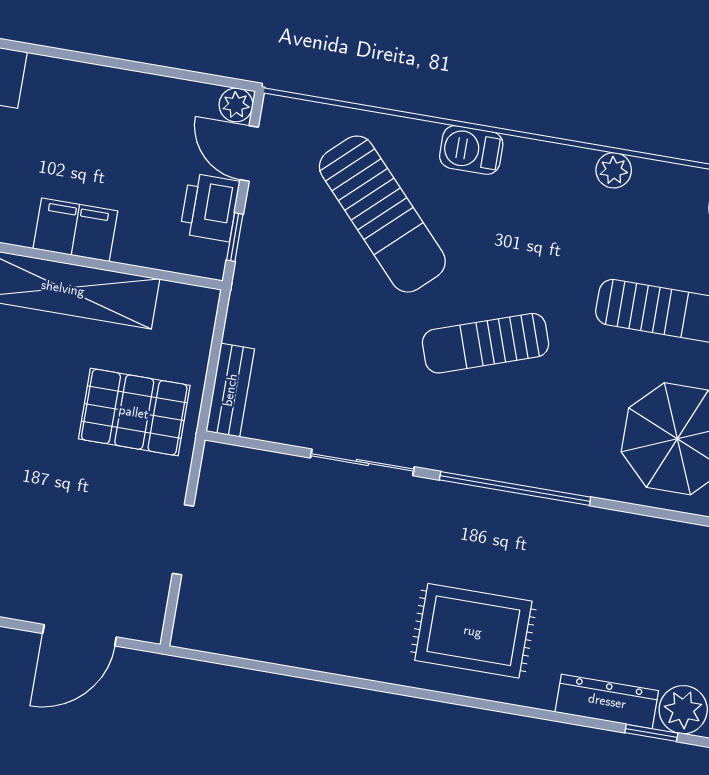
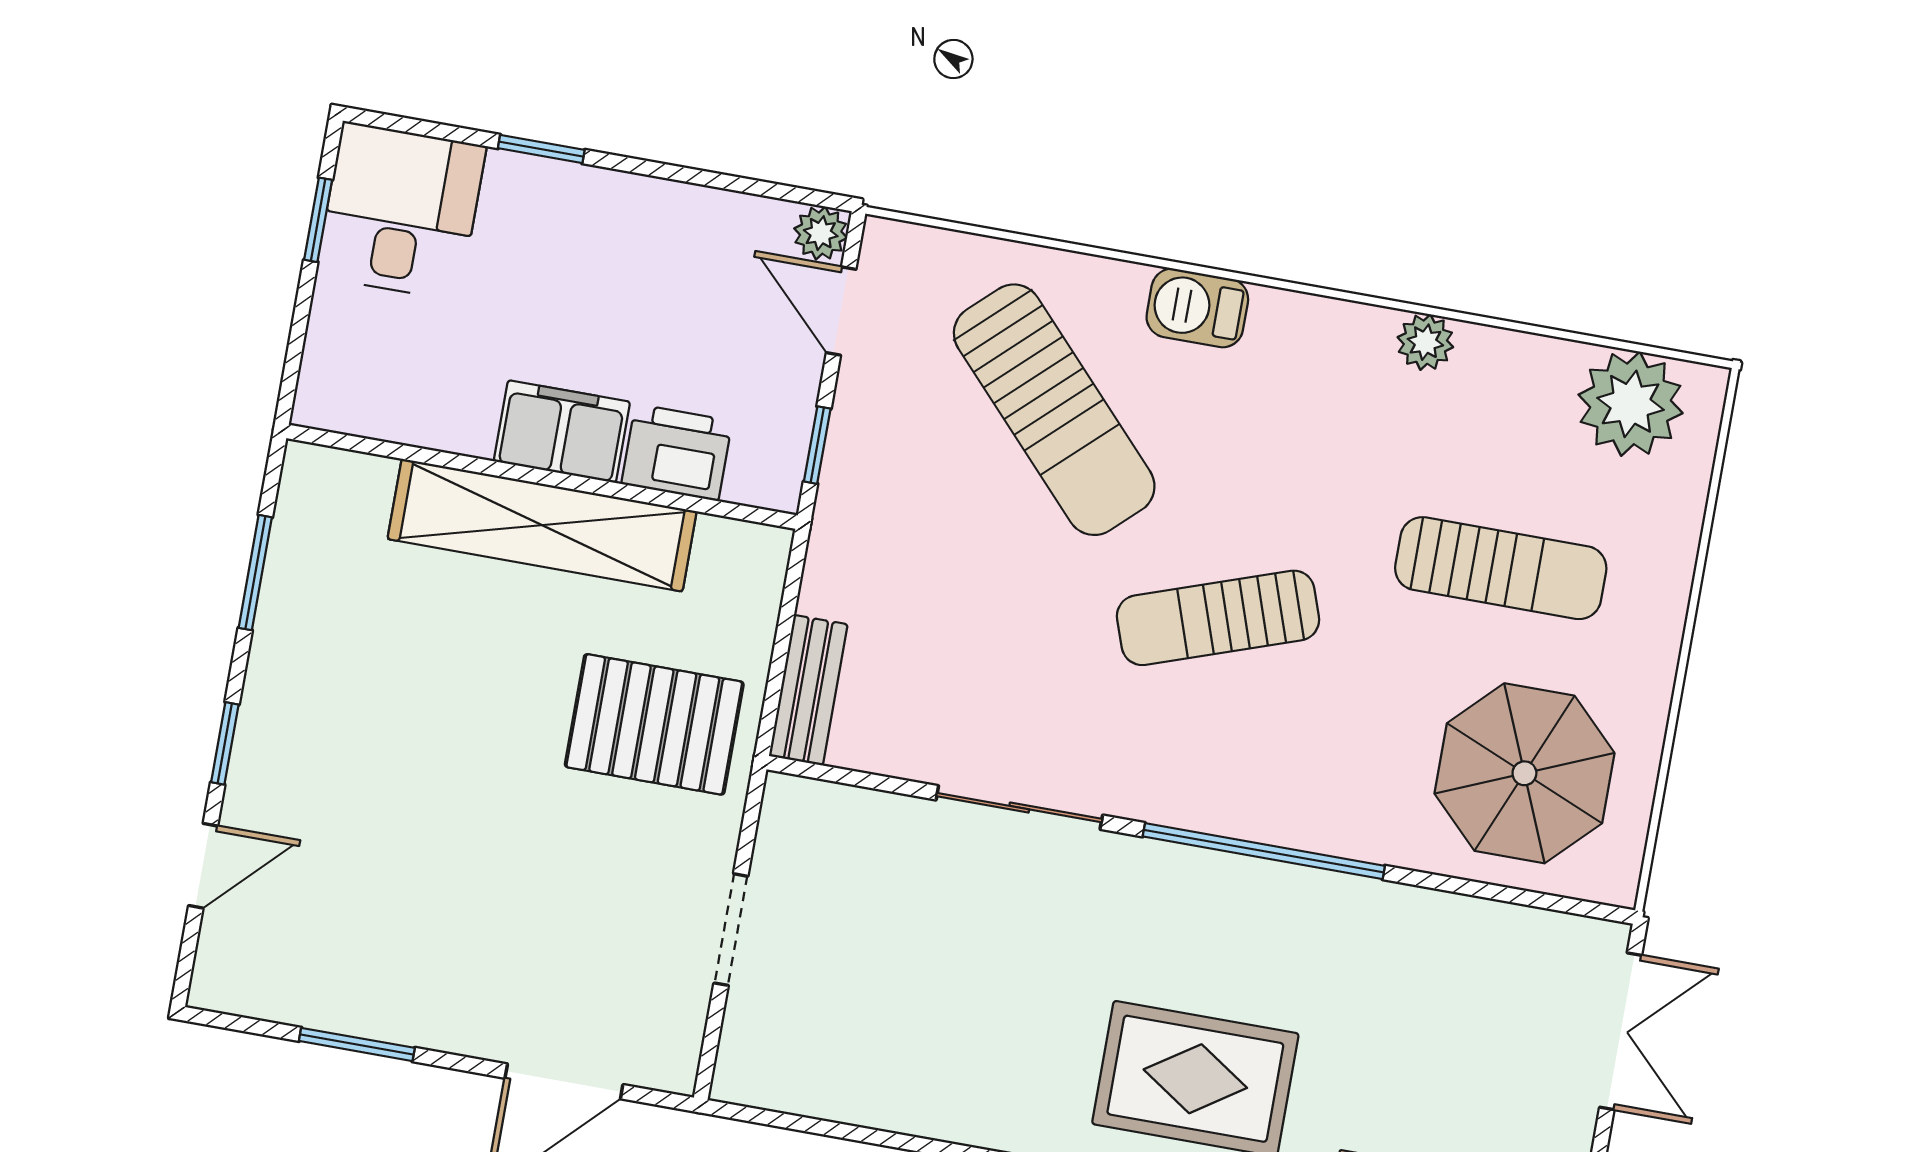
window: (61, 54) -> (541, 149), added
printer: (210, 207) -> (677, 453), moved, turned 90

